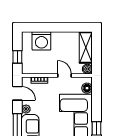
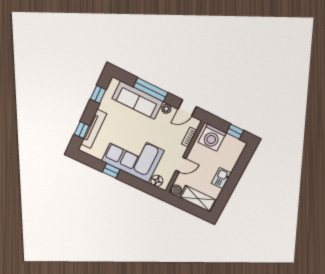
kitchen sink: (60, 38) -> (221, 178), added
washing machine: (41, 41) -> (212, 138), moved, turned -90
window: (17, 57) -> (235, 132), moved

